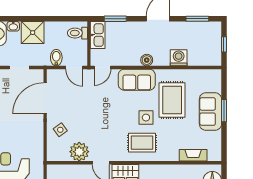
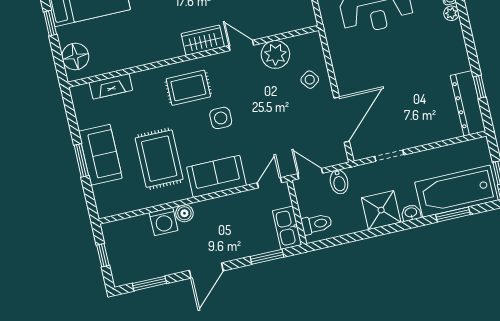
boiler: (147, 60) -> (184, 213), moved
side table: (146, 118) -> (221, 118), moved

